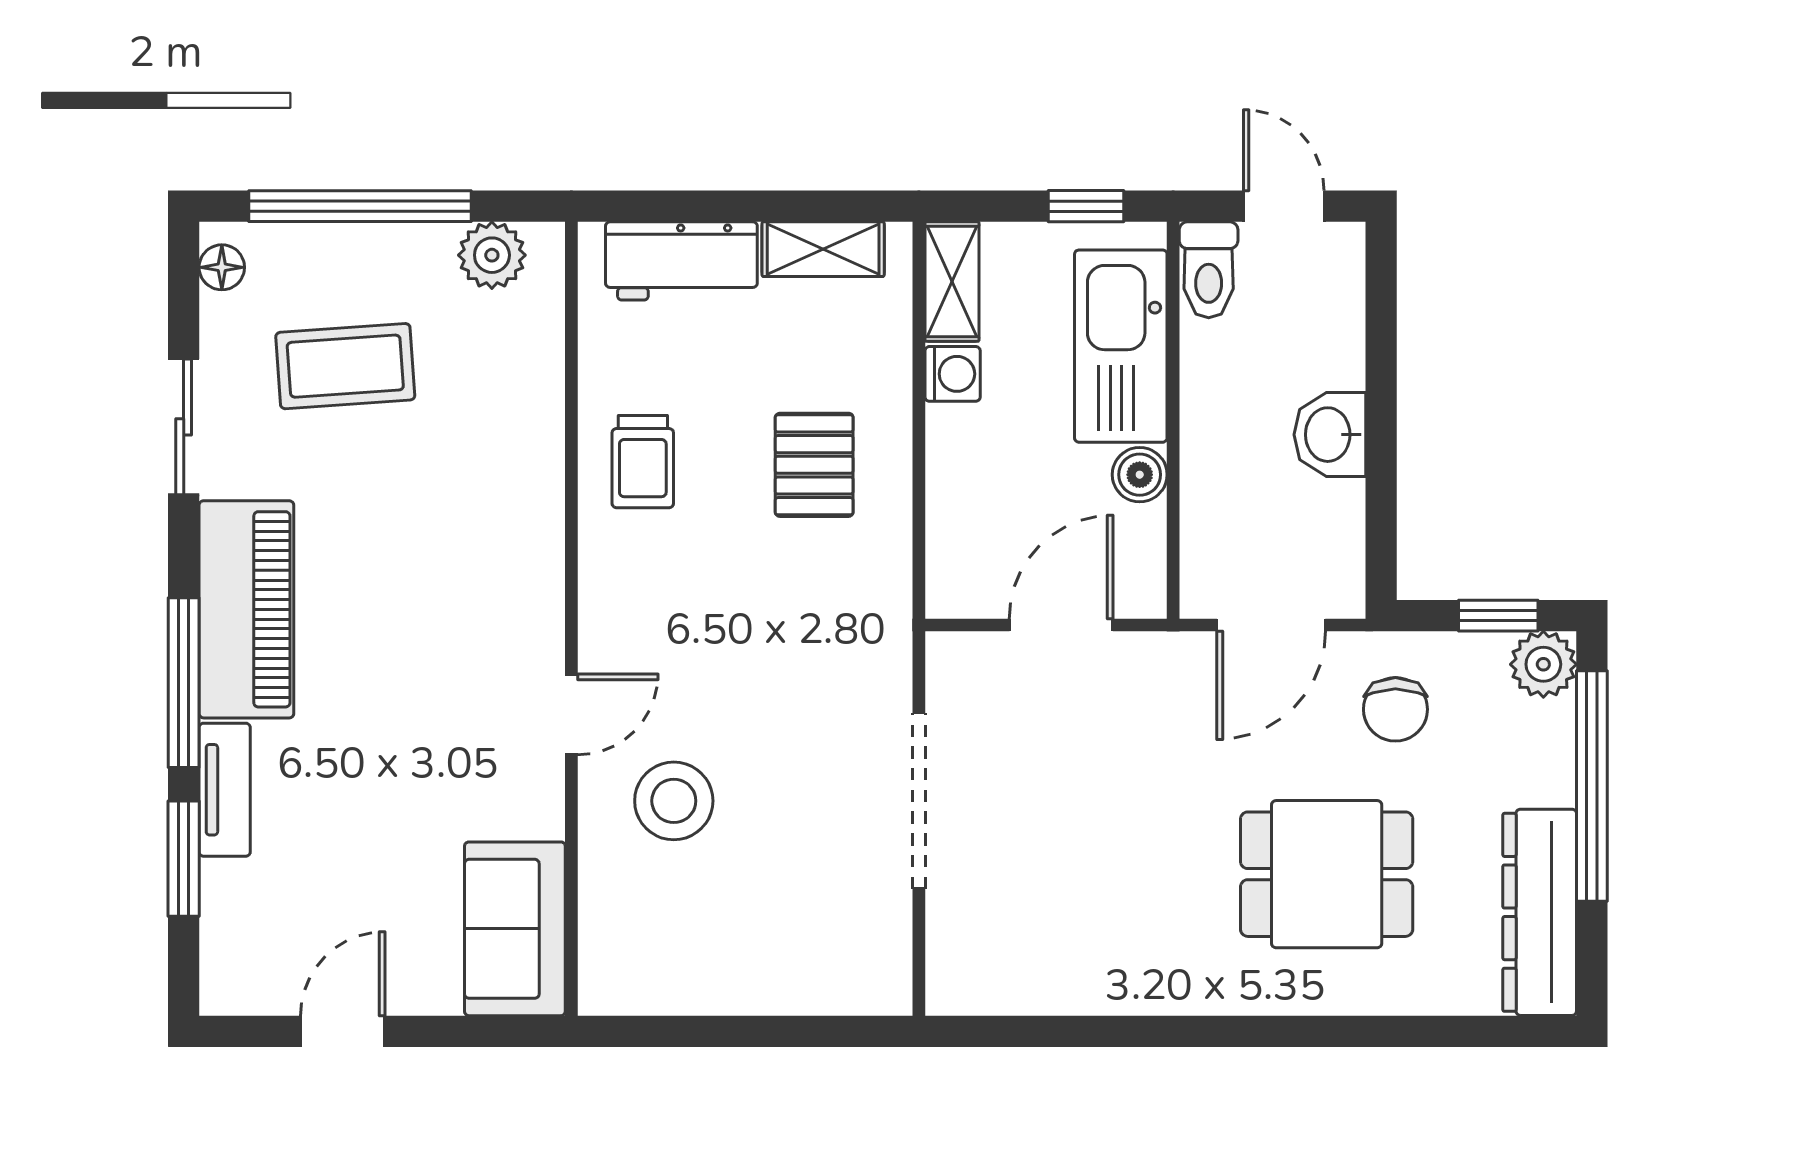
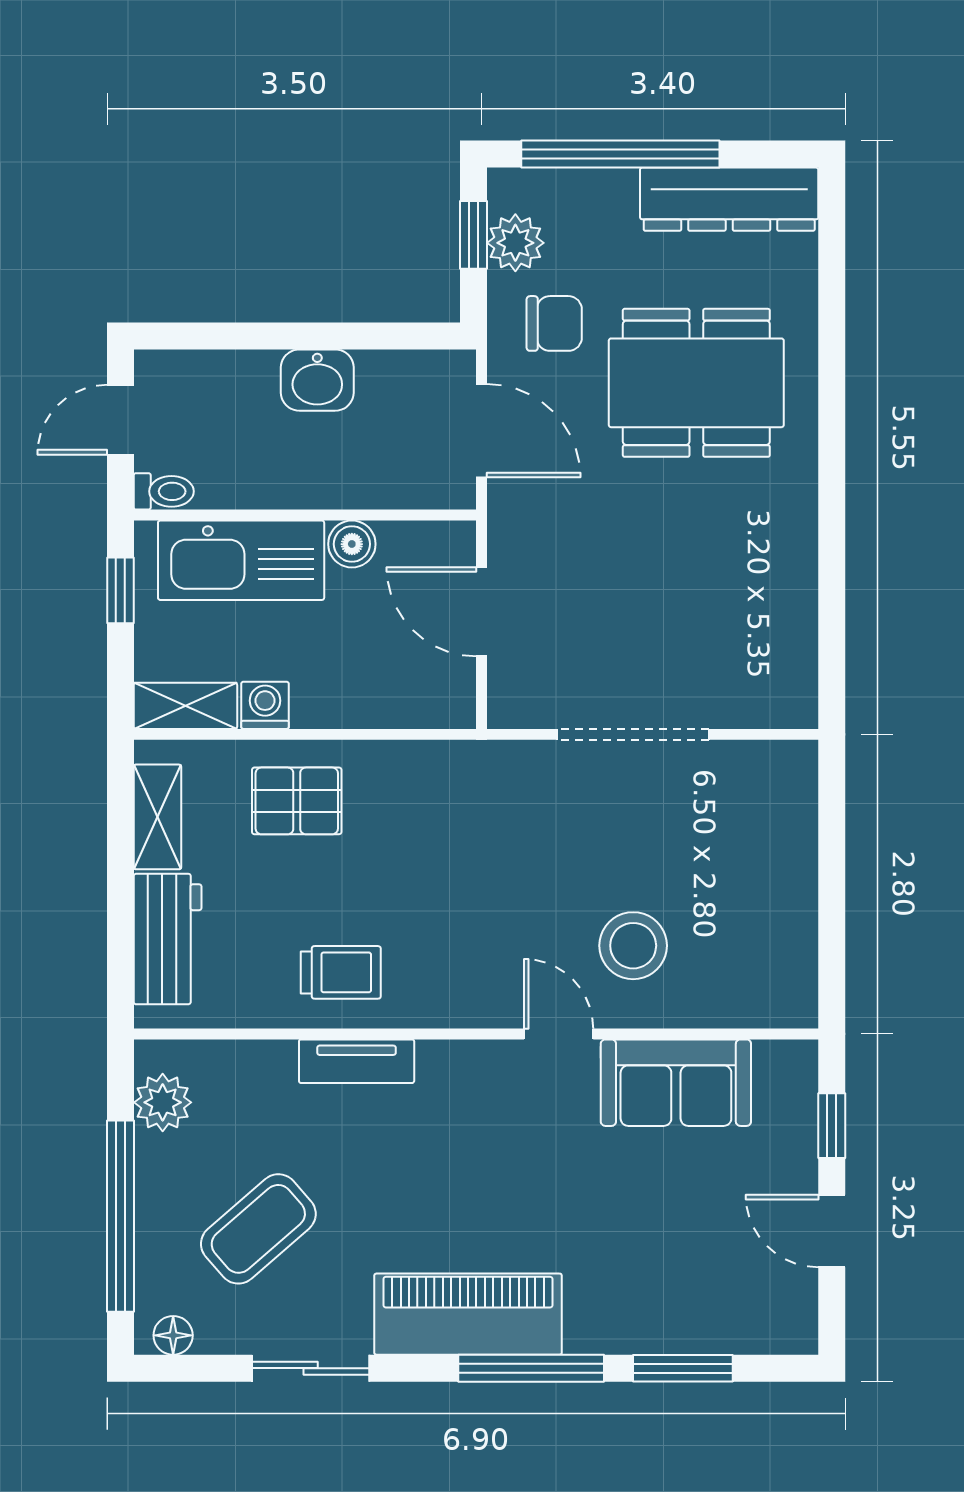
toilet: (1209, 270) -> (164, 491), width x0.73, depth x0.72
coffee table: (345, 366) -> (258, 1229), turned 53
pallet: (814, 465) -> (297, 801), moved
plant: (1543, 664) -> (515, 243), moved
tv unit: (225, 790) -> (357, 1061), moved, turned 180
dining table: (1327, 874) -> (696, 383), width x1.38
sofa: (515, 929) -> (676, 1083), moved
window: (465, 1031) -> (832, 1126), added

